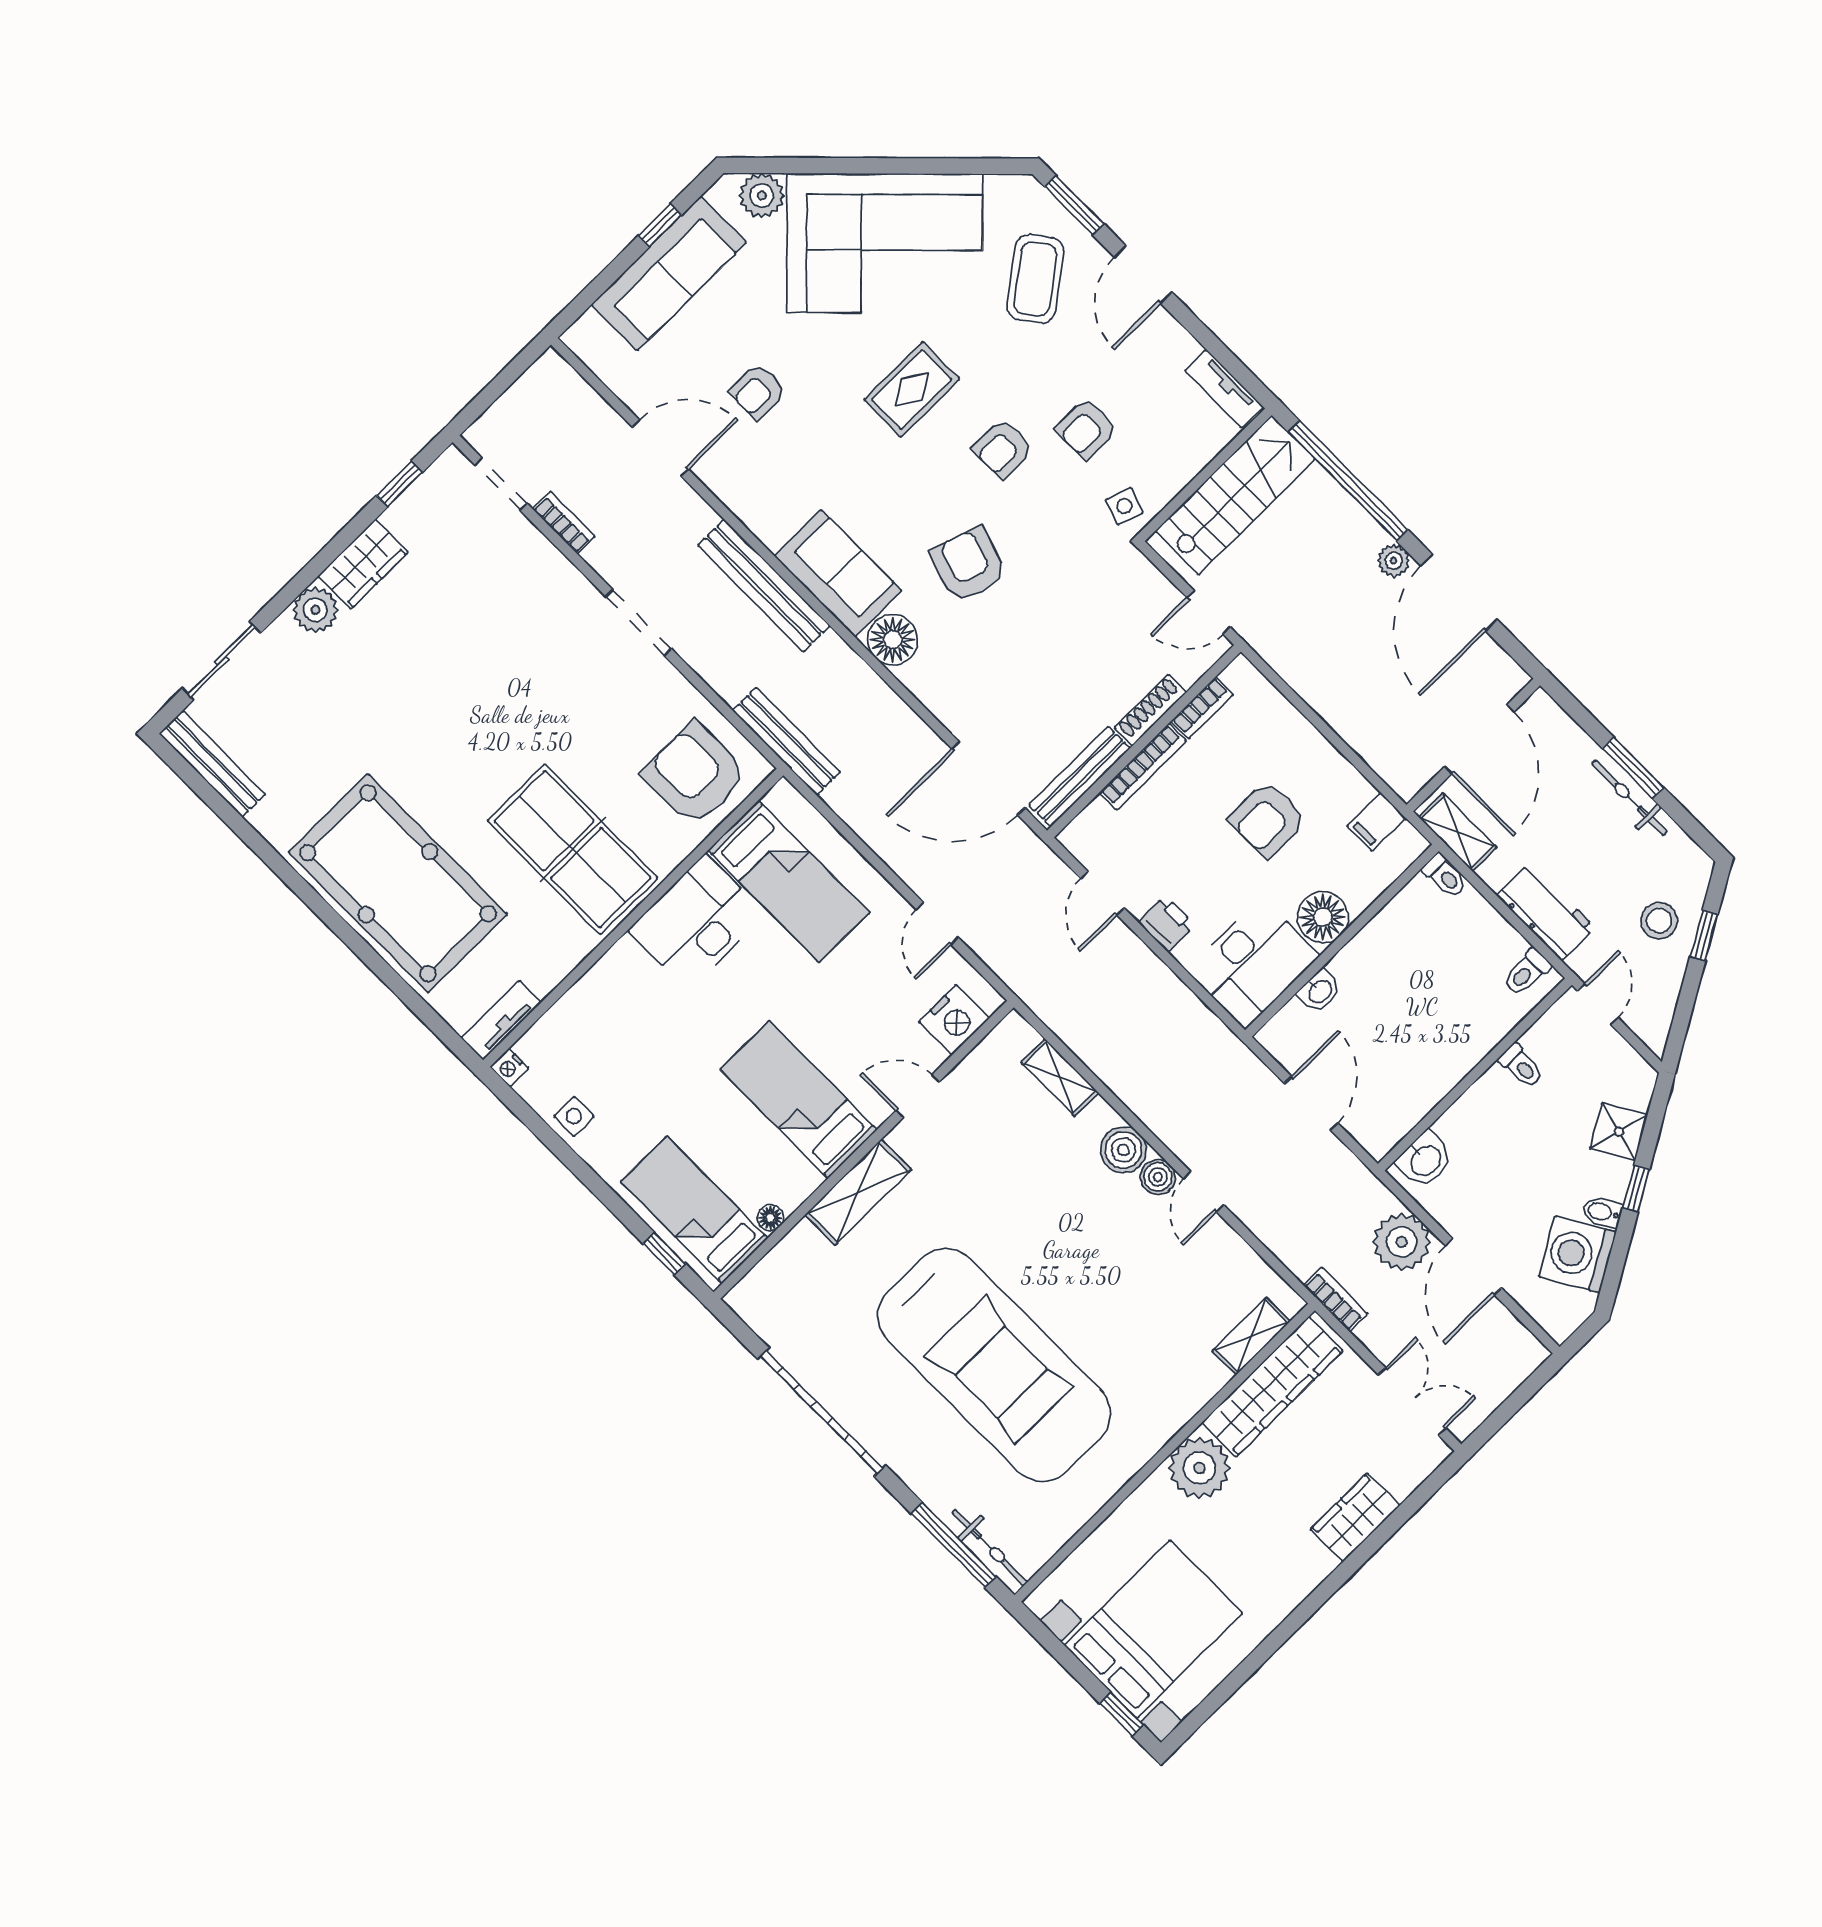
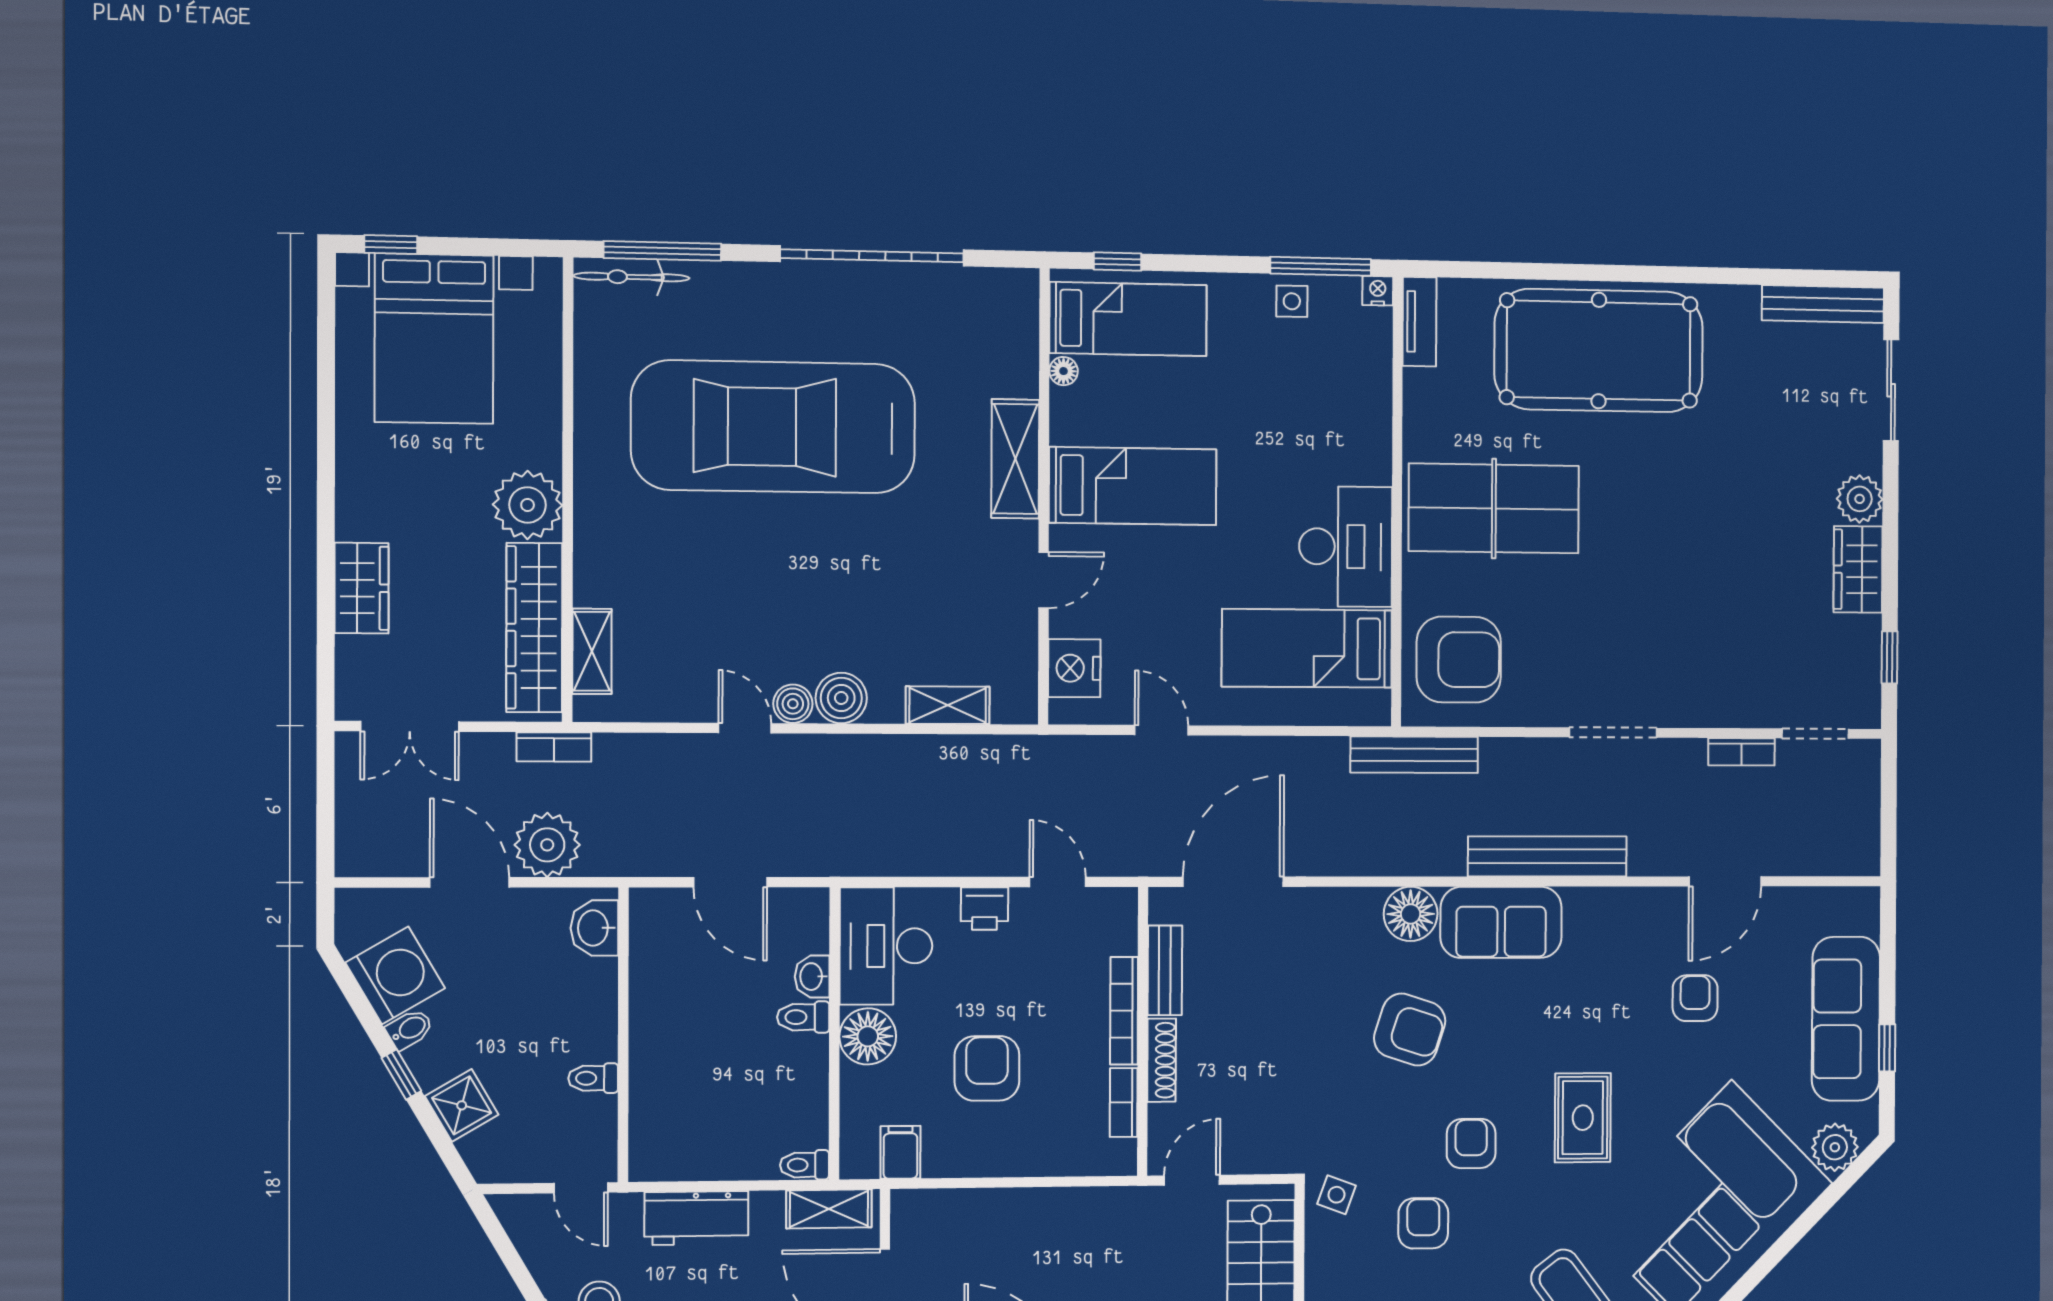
bench: (1080, 777) -> (1165, 970), width x0.73
toilet: (1527, 972) -> (803, 1017), moved, turned -90
window: (532, 1120) -> (1321, 266), added

